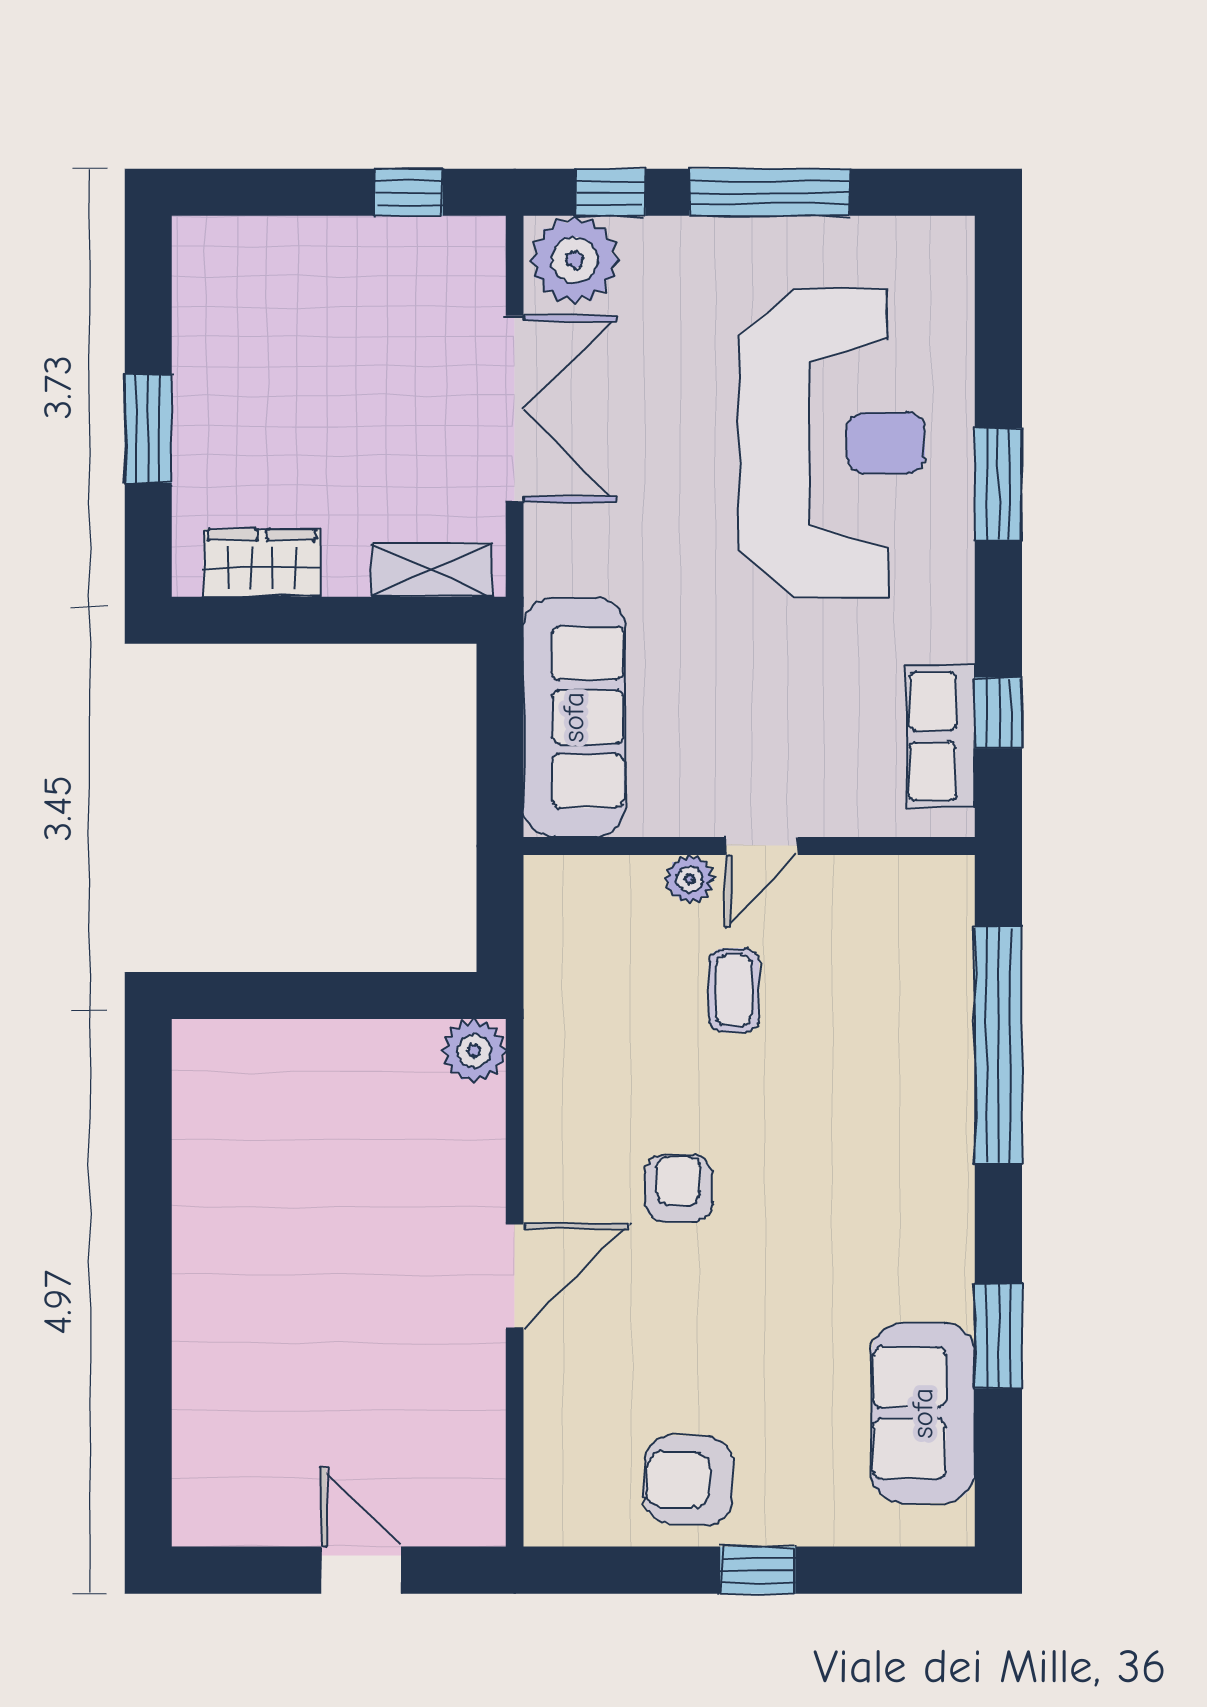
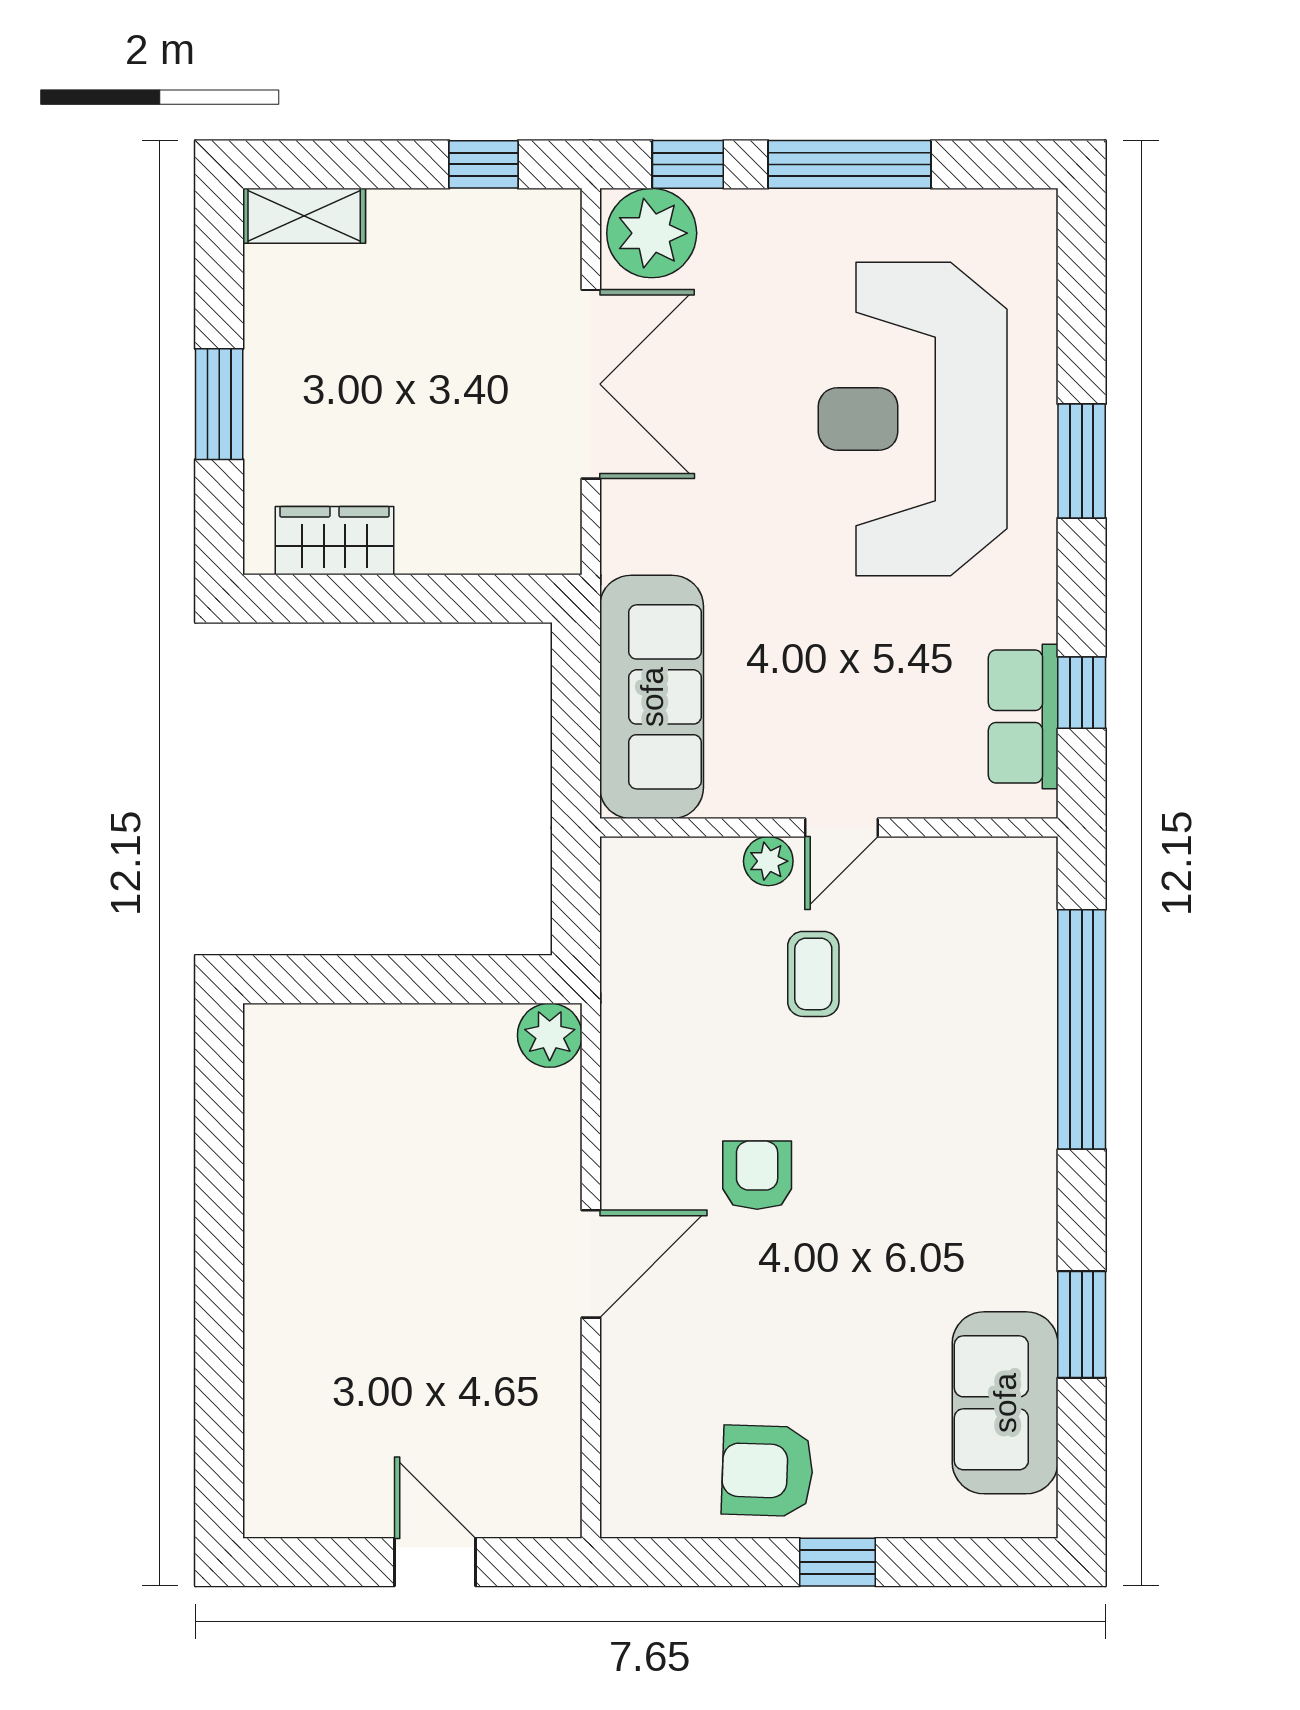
reception desk: (832, 443) -> (913, 419), turned 180
shelving: (432, 570) -> (304, 216), moved

